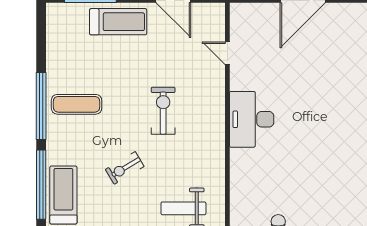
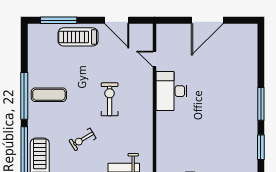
treadmill: (118, 22) -> (78, 37), turned 180
desk: (252, 119) -> (171, 91), moved

